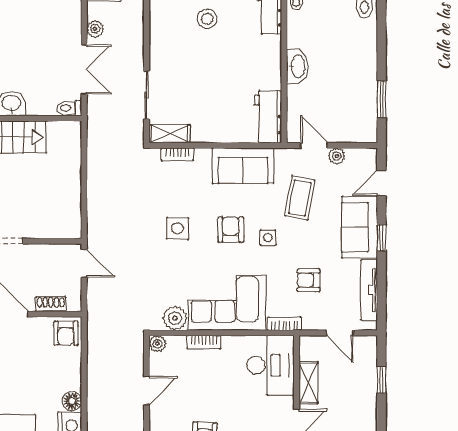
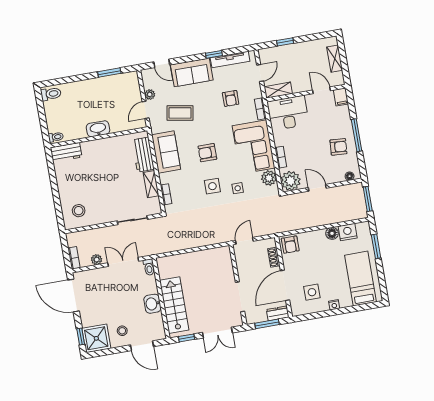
stool: (207, 19) -> (79, 211), moved
workbench: (268, 117) -> (143, 155), moved, turned 90
shelving: (169, 134) -> (151, 184), moved
side table: (268, 237) -> (238, 188), moved
window: (382, 238) -> (214, 54), moved
armchair: (66, 333) -> (290, 245), turned 90
plant: (157, 344) -> (291, 181), width x1.87, depth x1.87
shelving: (309, 383) -> (278, 90), moved

